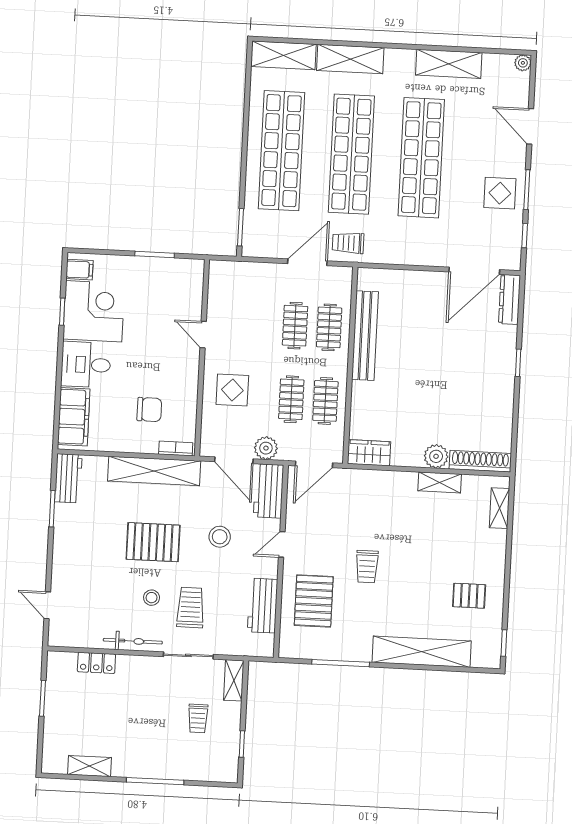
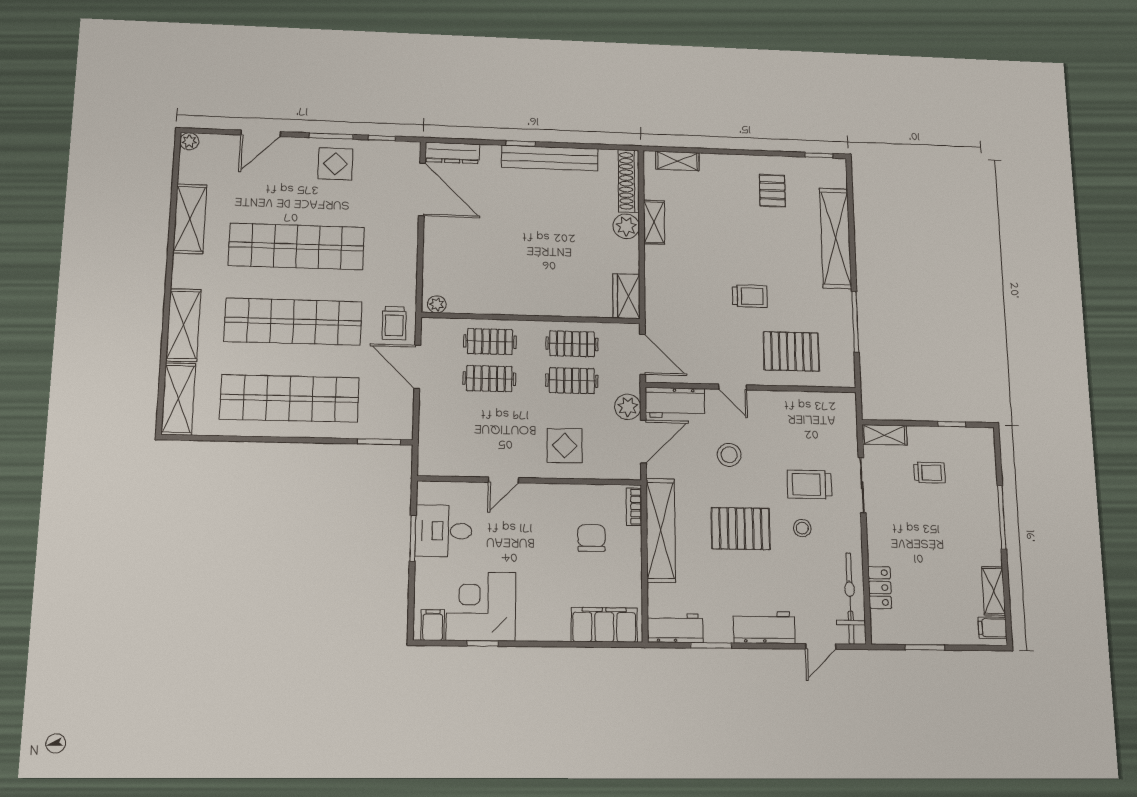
plant: (365, 281) -> (437, 304), added
bench: (365, 336) -> (550, 158), moved
desk: (86, 365) -> (444, 531), moved, turned 90
pallet: (153, 542) -> (741, 529), turned 90
workbench: (263, 606) -> (764, 627), moved, turned 180
bicycle: (133, 641) -> (850, 598), moved, width x1.37, depth x1.40
filing cabinet: (57, 761) -> (992, 628), added

